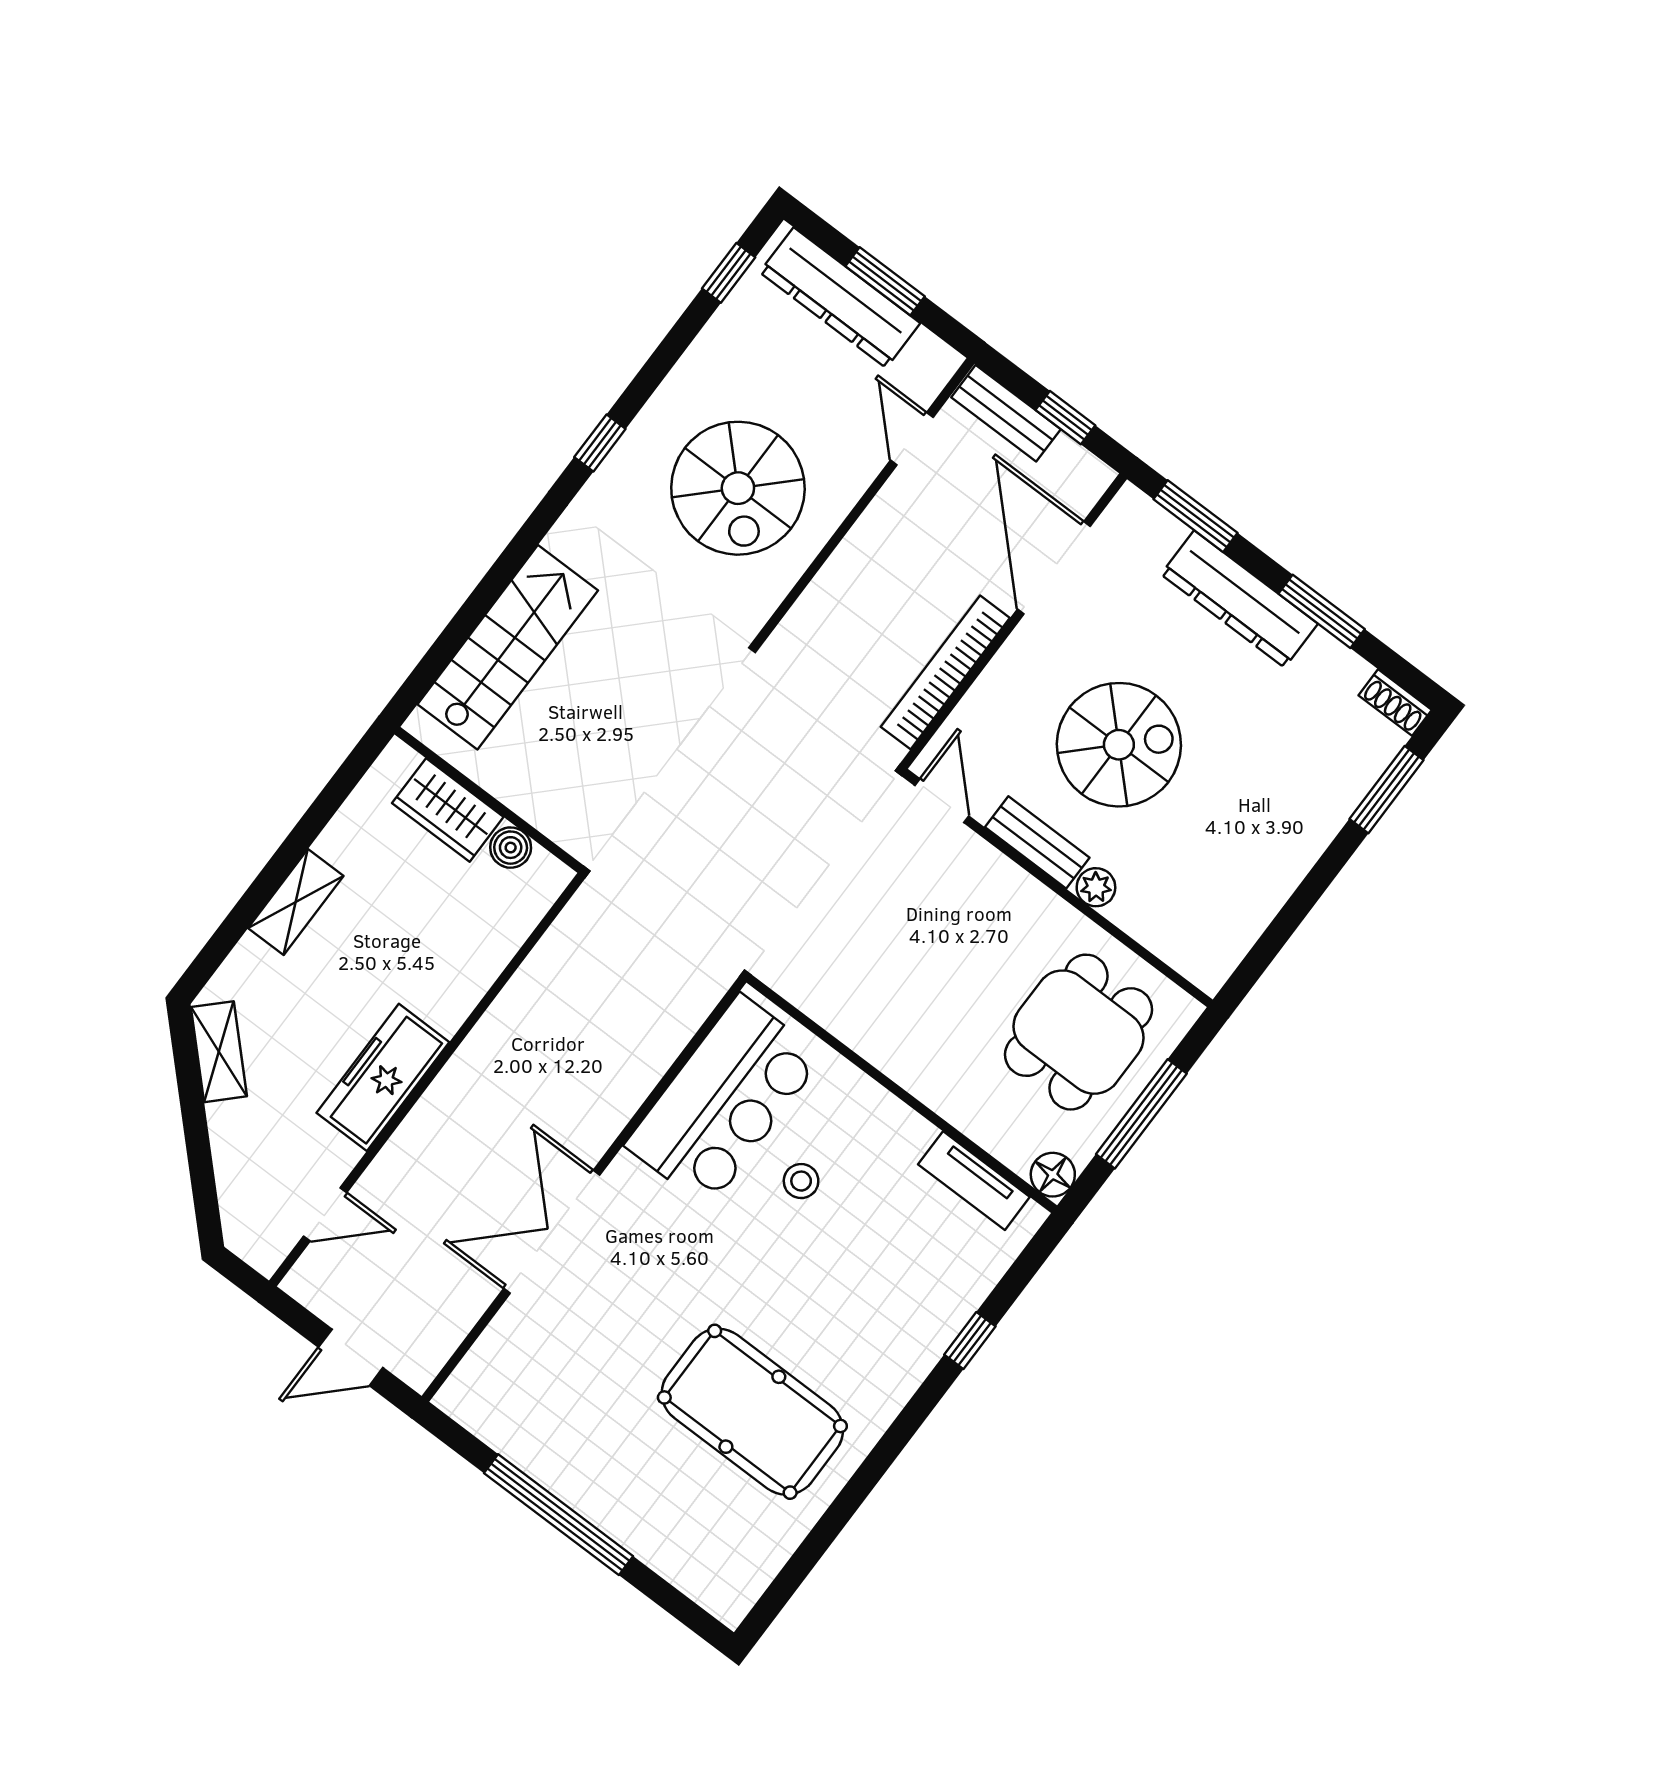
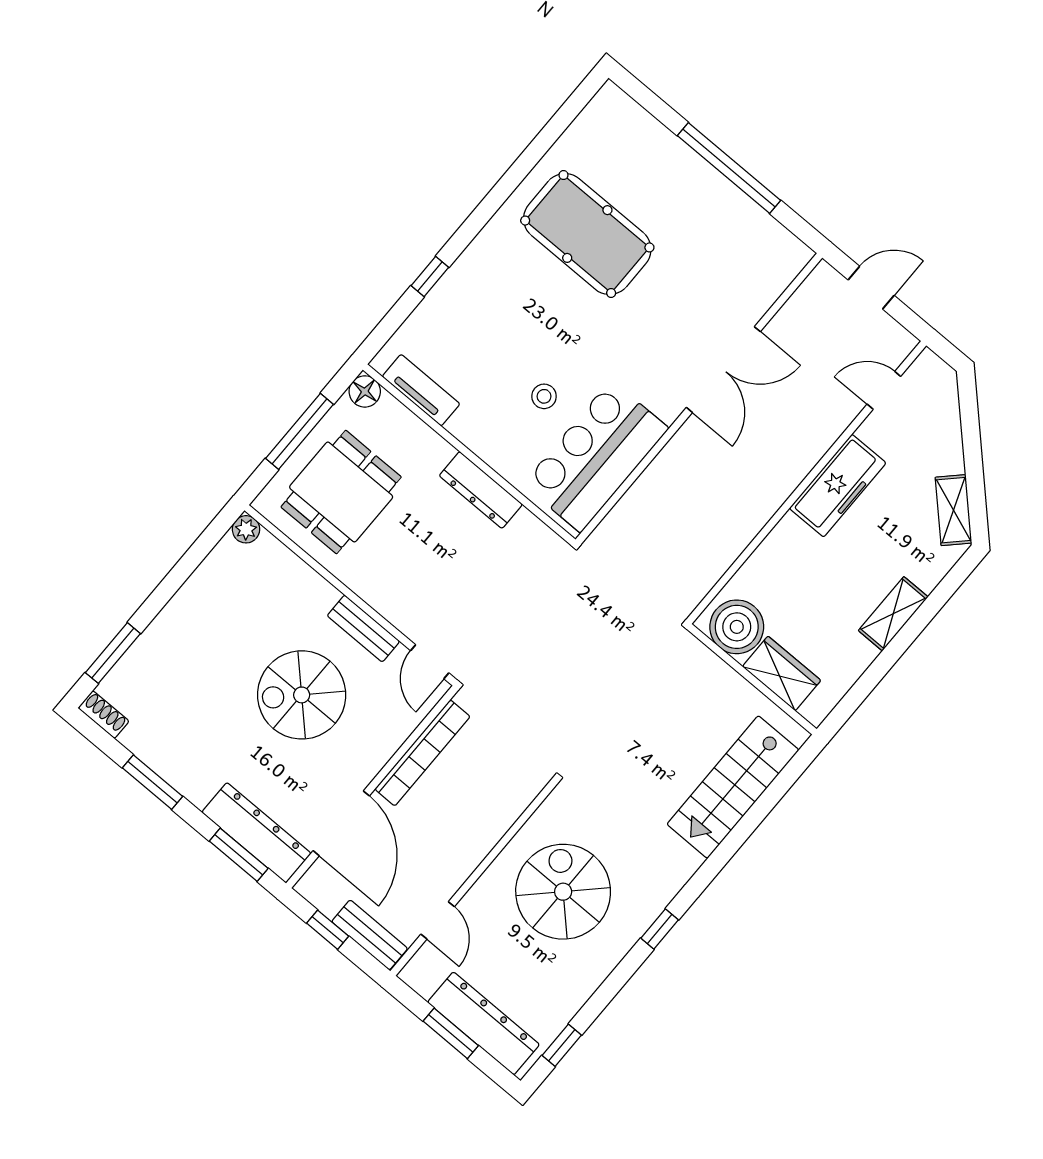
dresser: (1239, 599) -> (256, 833), moved
boiler: (511, 848) -> (737, 627), width x1.86, depth x1.86
plant: (1096, 887) -> (246, 529), moved
dresser: (883, 1045) -> (481, 490), added

